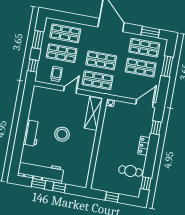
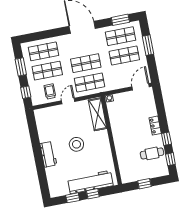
window: (156, 128) -> (166, 139), moved
workbench: (41, 172) -> (90, 182), moved

